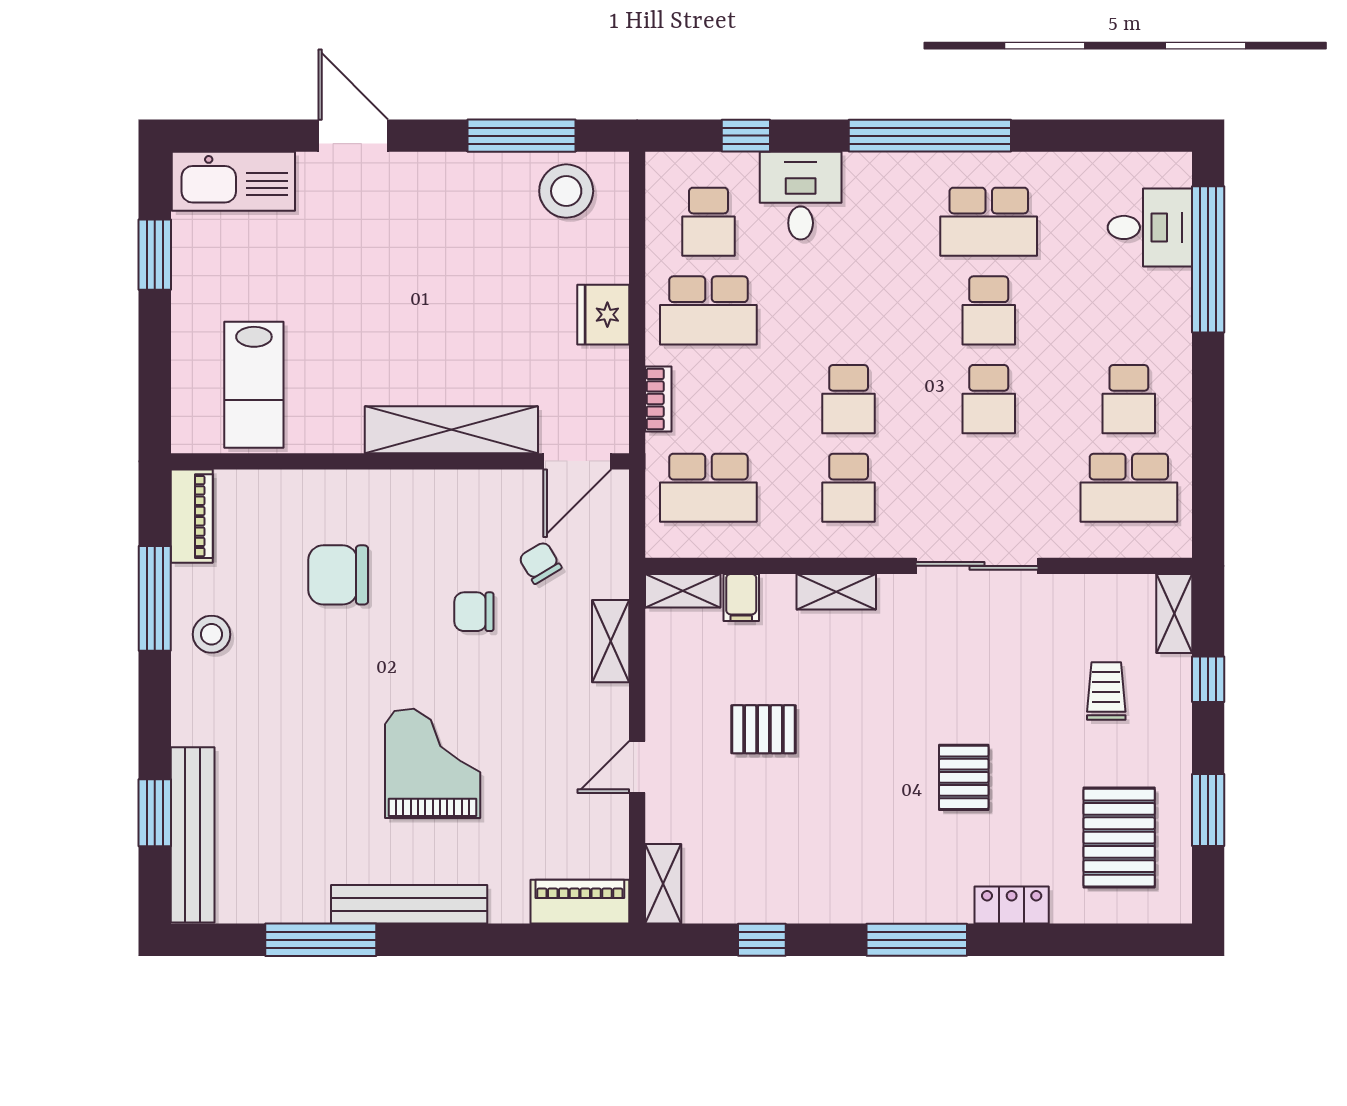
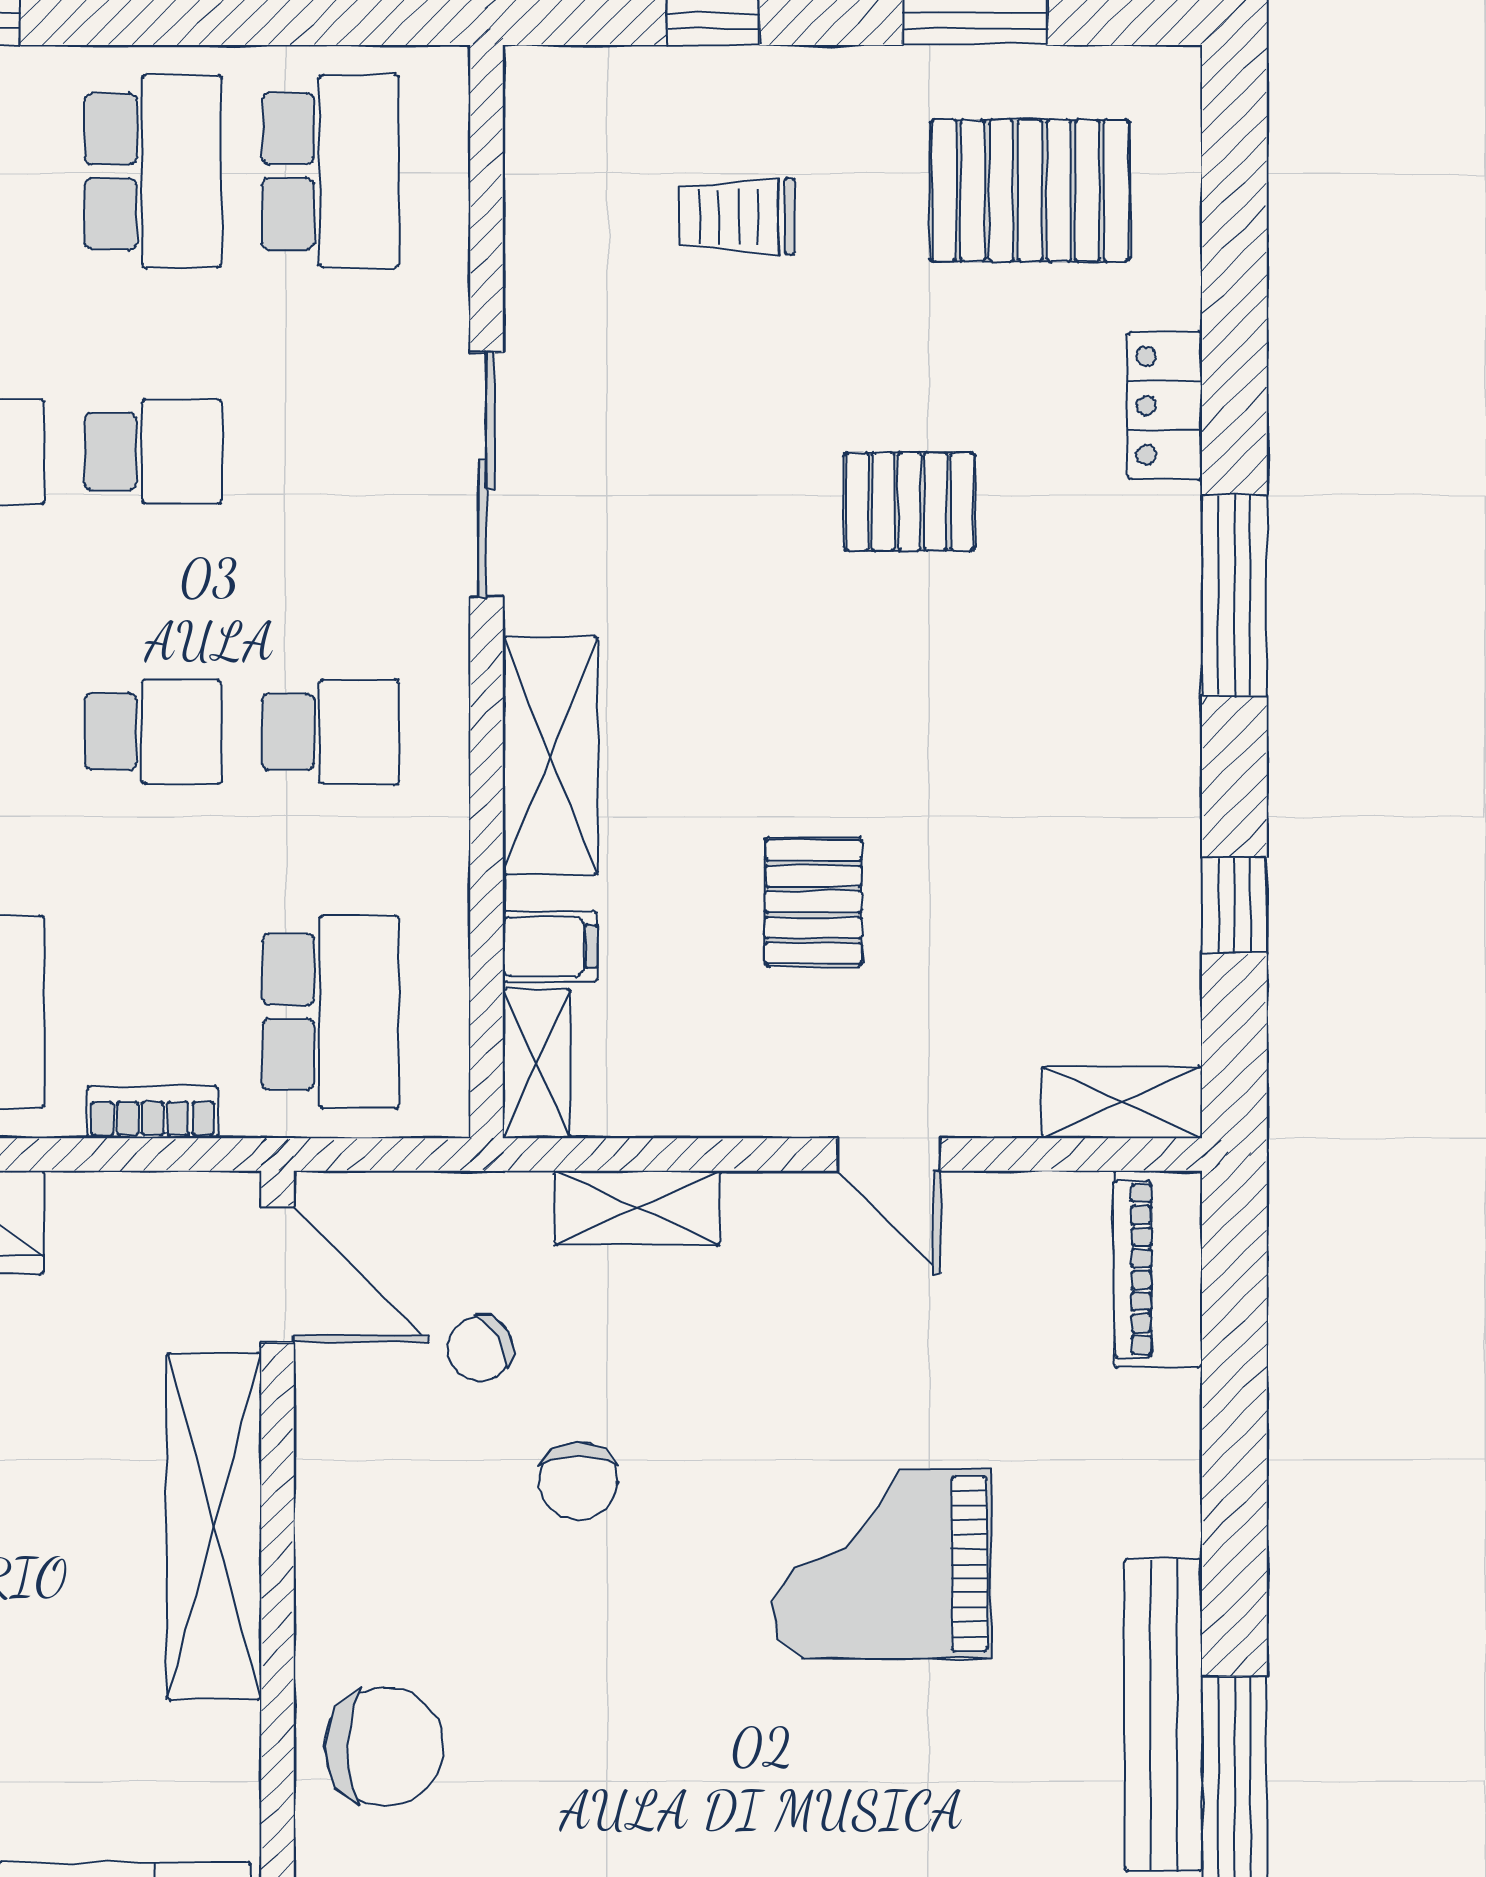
school desk: (1129, 399) -> (153, 171), width x1.85
chair: (338, 575) -> (384, 1747), moved, turned -90
shelving: (836, 592) -> (550, 756), width x1.50, depth x1.33
shelving: (1174, 614) -> (582, 80), removed
bench: (409, 904) -> (1163, 1715), moved

